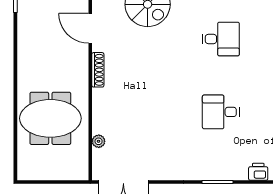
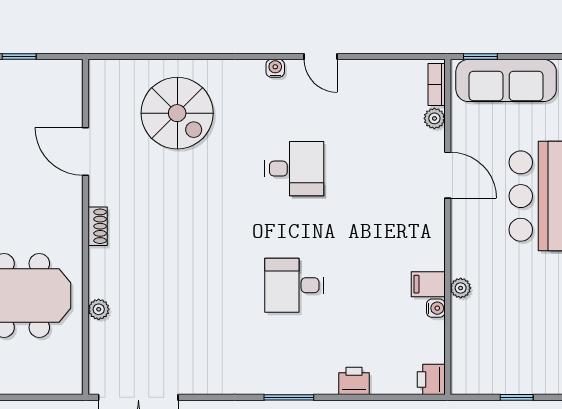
shoe rack: (98, 70) -> (98, 226), width x0.70
plant: (99, 141) -> (99, 309), moved

